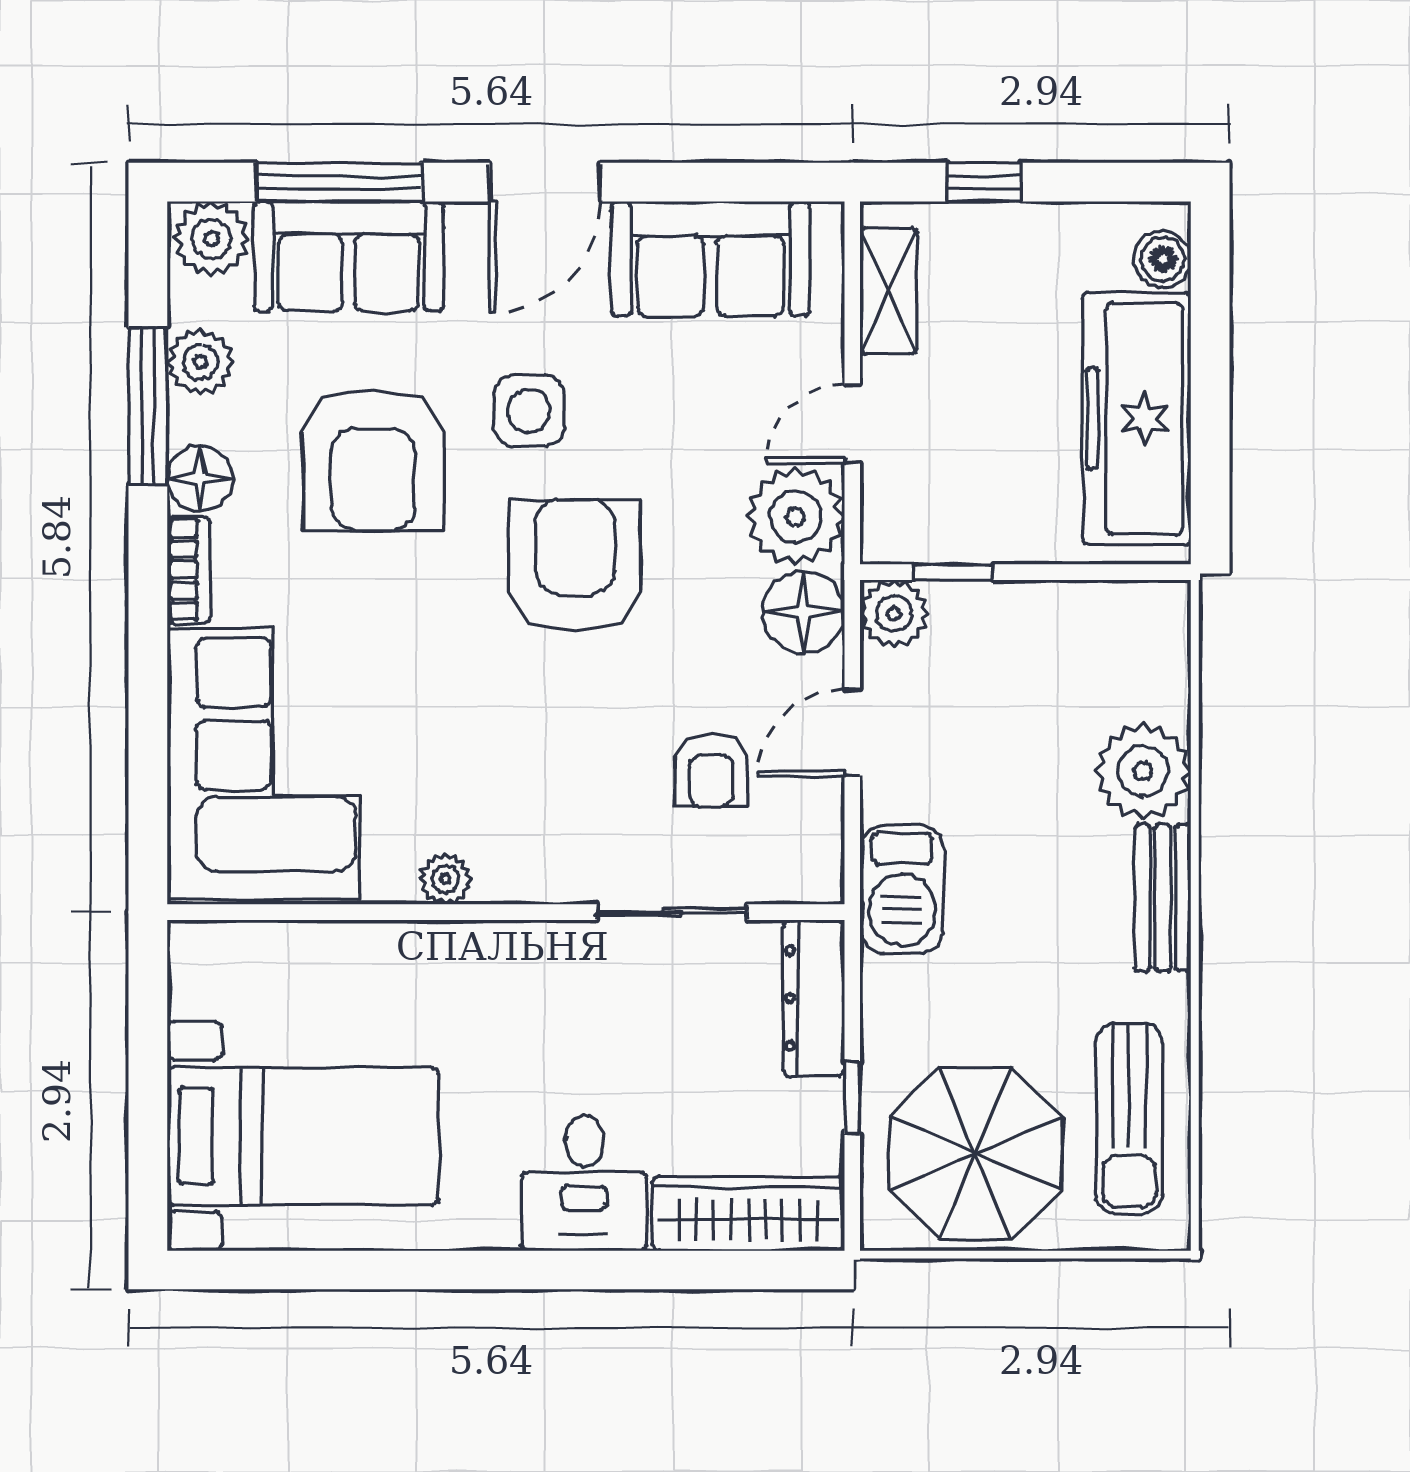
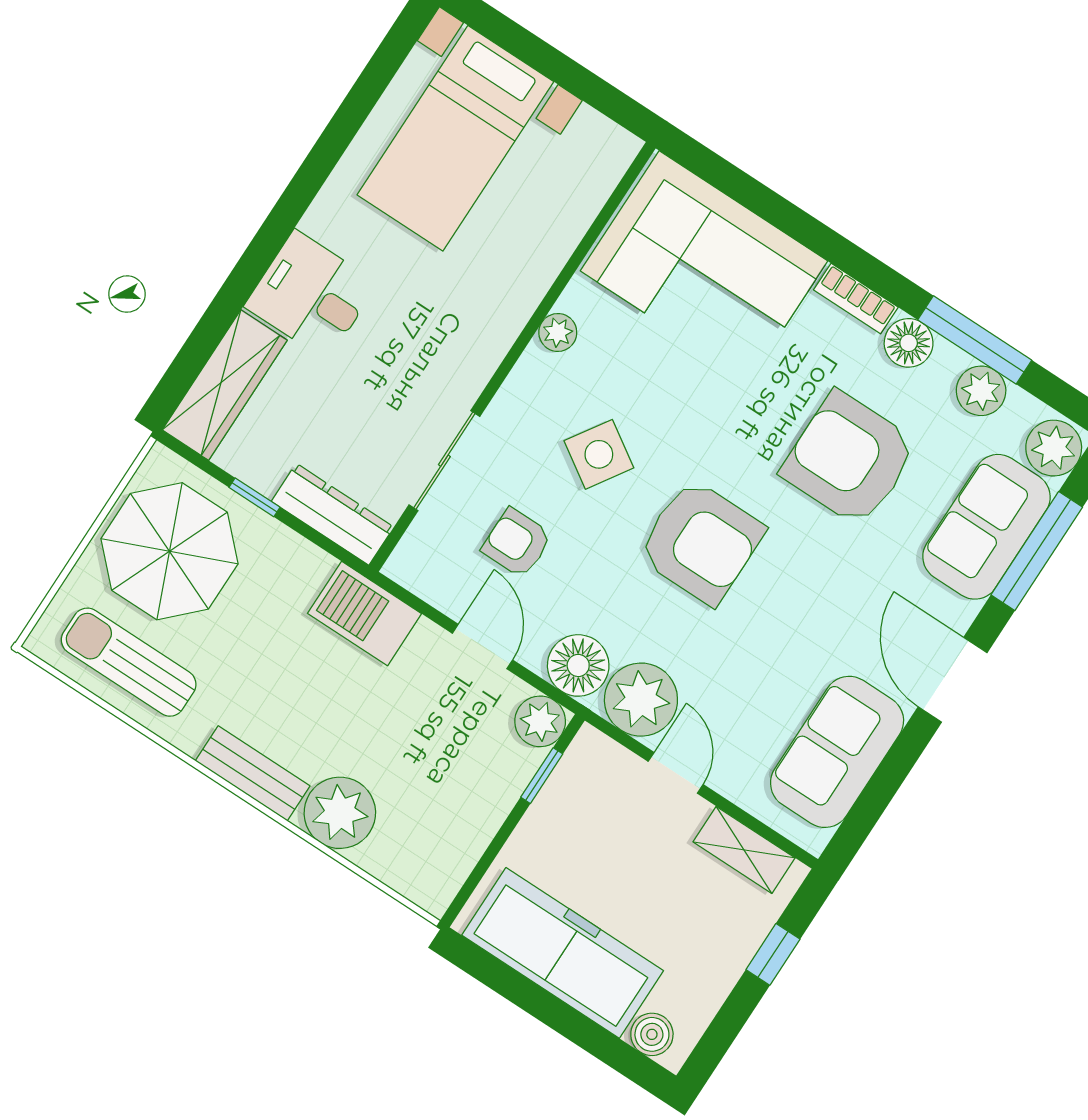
side table: (529, 411) -> (599, 454), moved, turned 33

